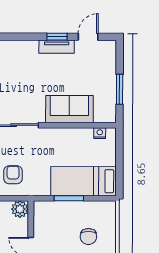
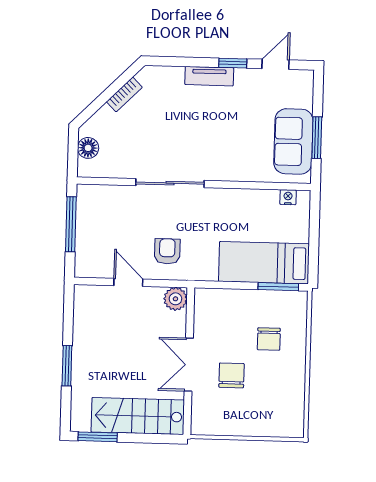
tv unit: (57, 47) -> (209, 76), moved
sofa: (69, 109) -> (293, 141), moved, turned -90
window: (69, 198) -> (278, 287), moved

